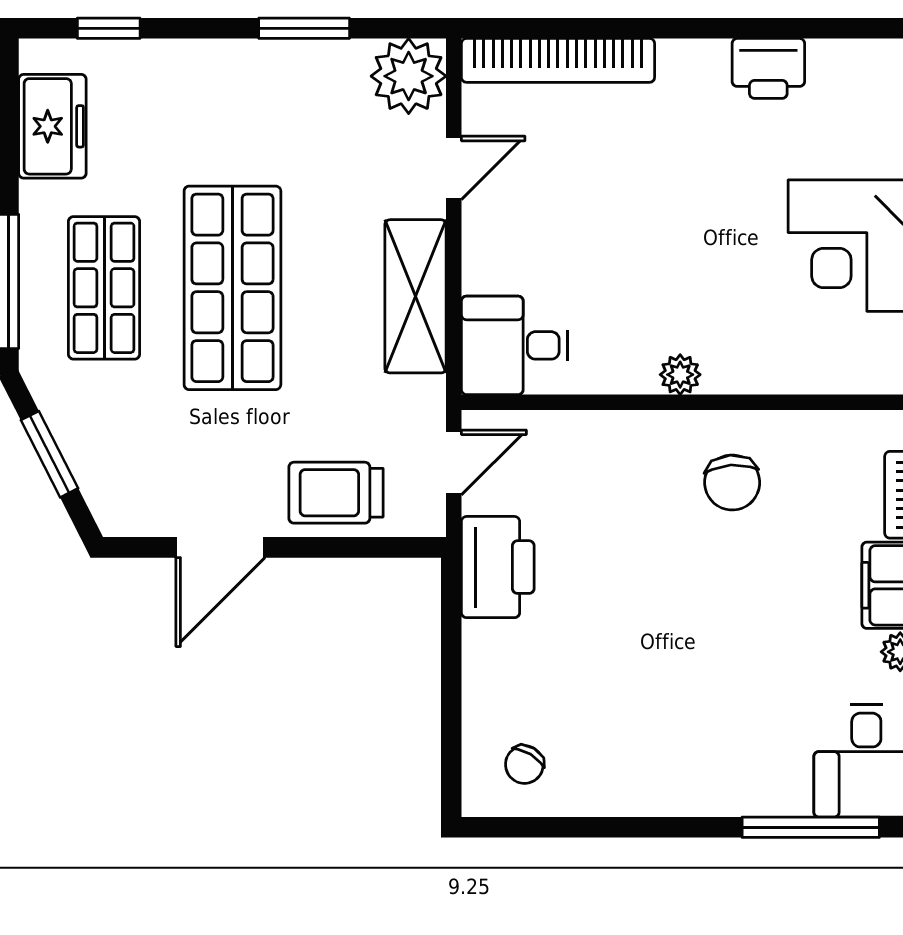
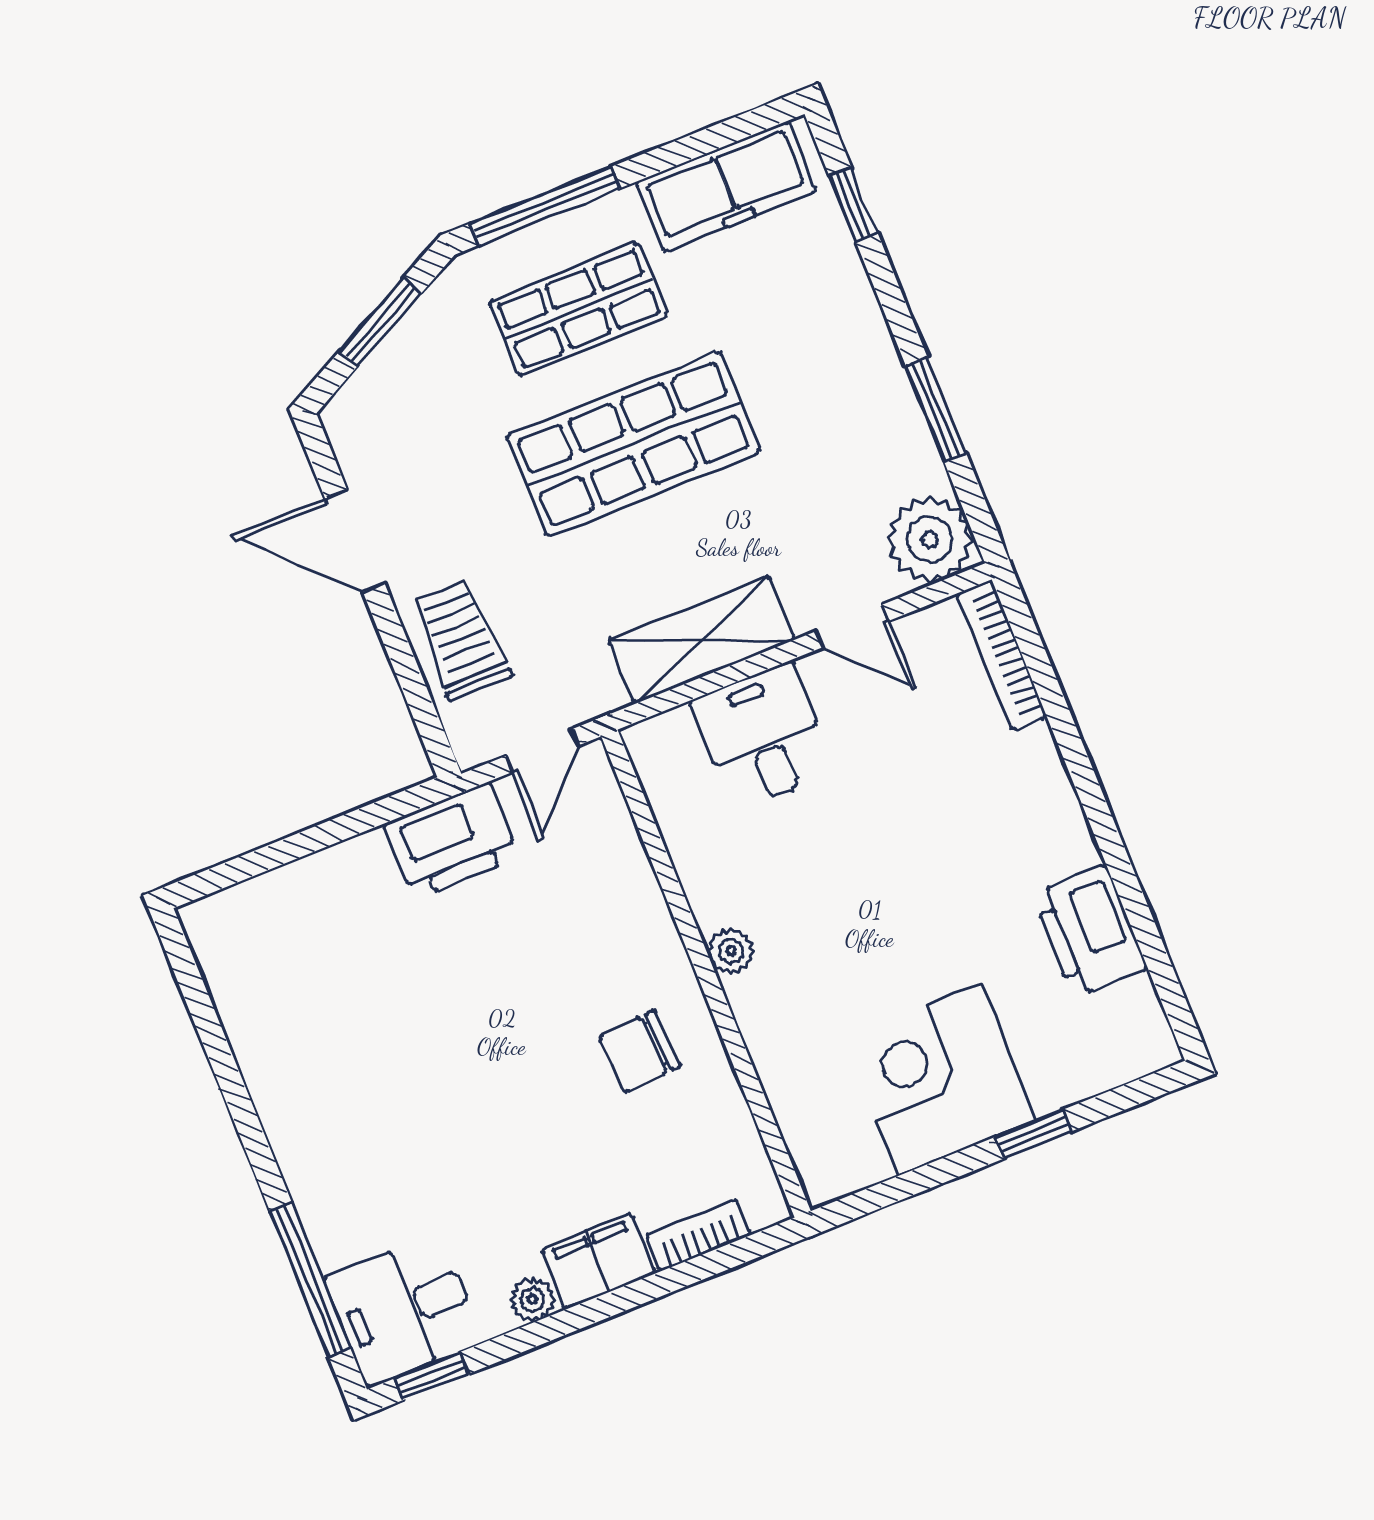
bookcase: (558, 60) -> (1002, 655), width x0.68, depth x0.76
printer: (768, 68) -> (1090, 931), width x1.37, depth x1.19
freezer: (52, 126) -> (727, 186), width x1.40
desk: (515, 345) -> (763, 736), moved
door: (454, 462) -> (543, 750), hinge flipped
chair: (524, 765) -> (255, 952), removed

